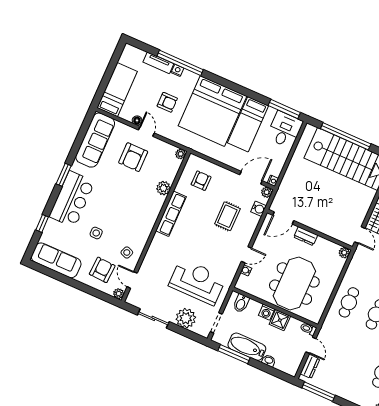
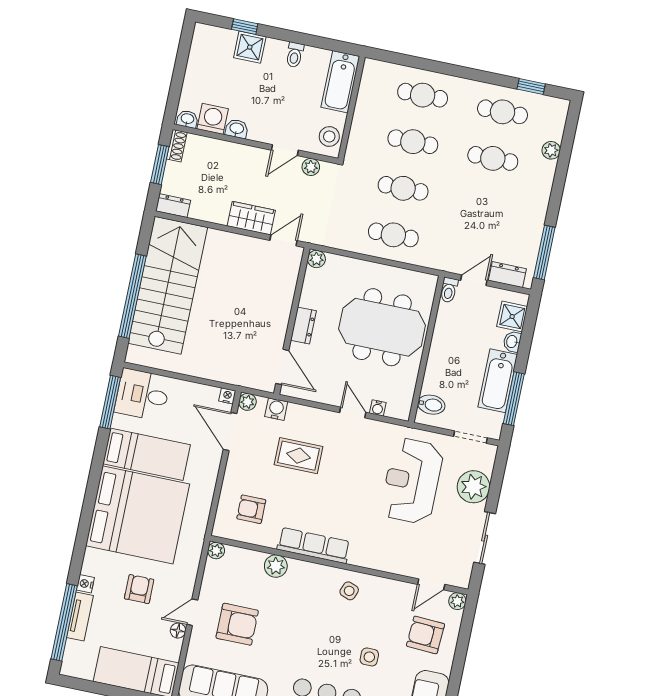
window: (180, 63) -> (64, 622), moved
side table: (127, 252) -> (349, 591), moved
washing machine: (267, 312) -> (437, 361), removed
shower: (280, 320) -> (512, 317), moved

